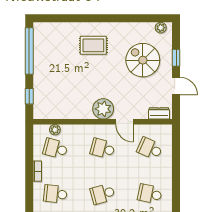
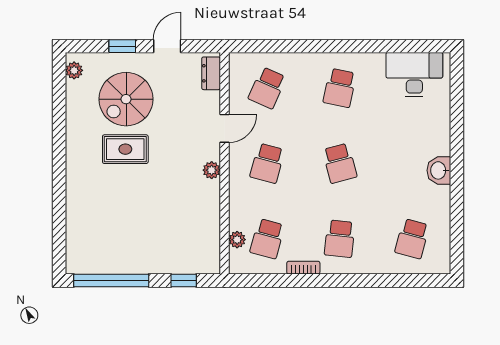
rug: (93, 45) -> (125, 149), moved, turned 90
plant: (103, 109) -> (212, 170), width x0.53, depth x0.53

